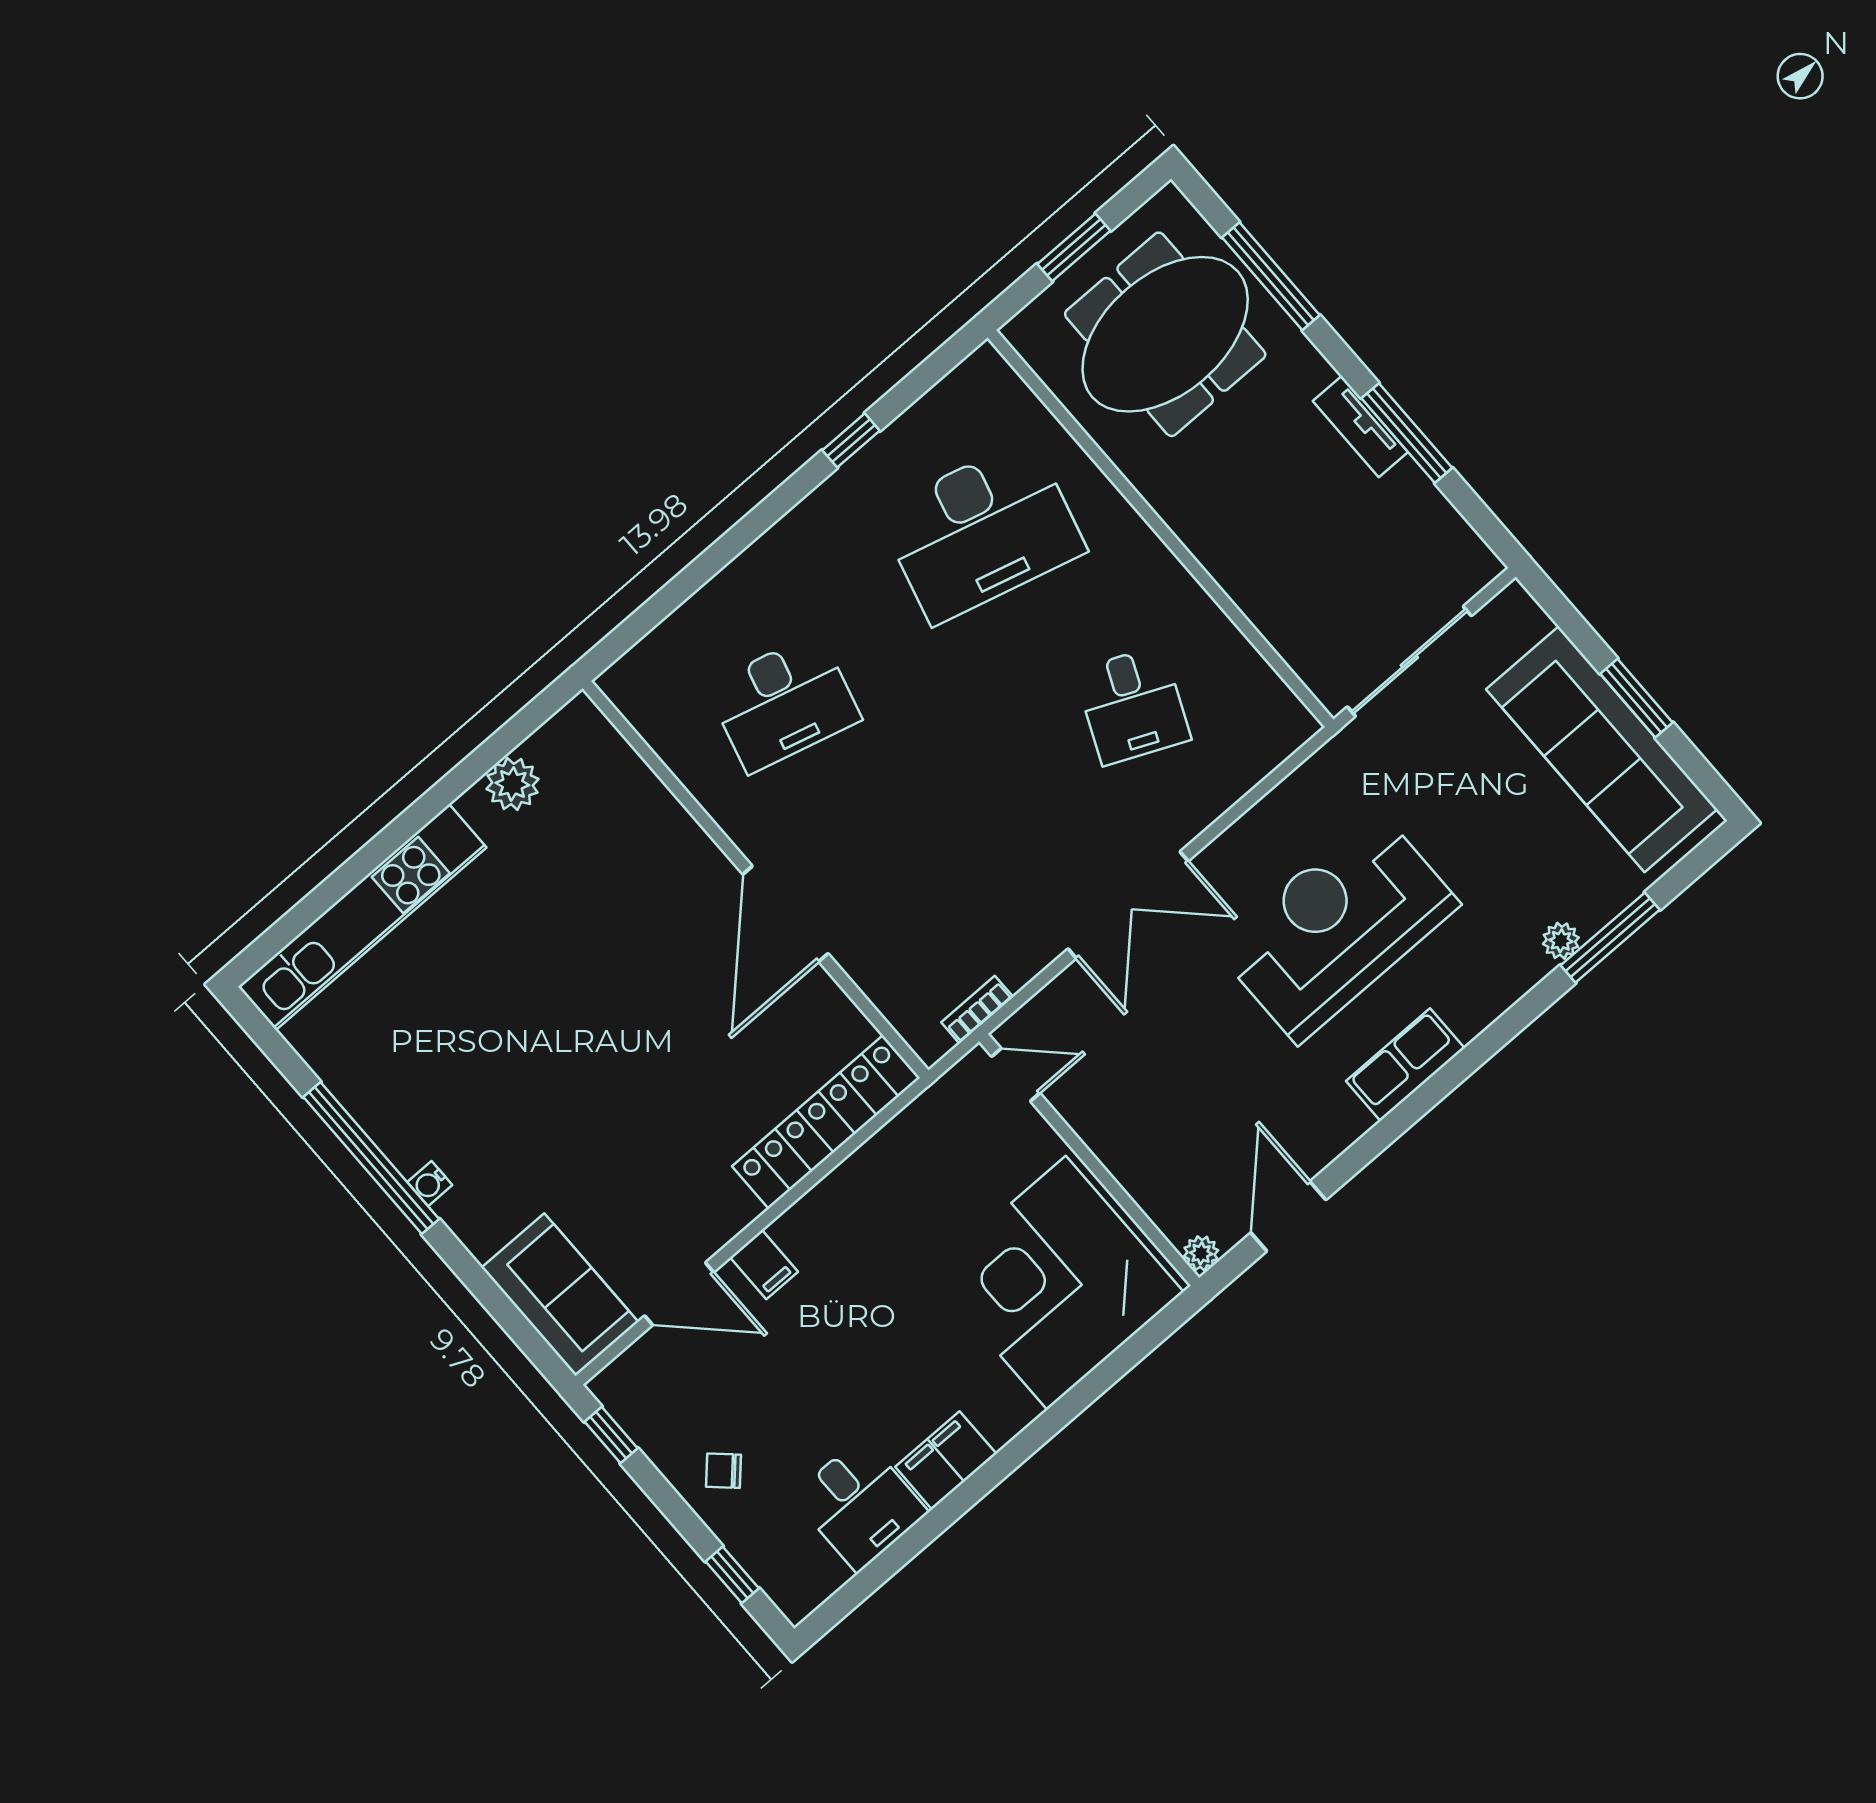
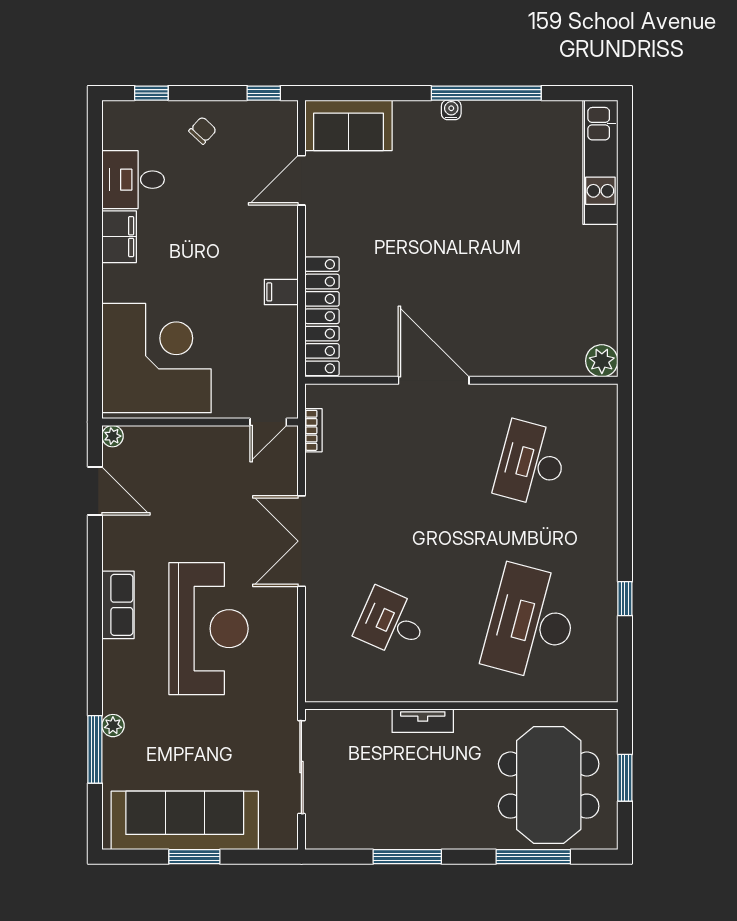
tv unit: (1360, 426) -> (423, 721), moved, turned 180
plant: (512, 784) -> (602, 361), moved
kitchen unit: (362, 917) -> (600, 162), width x0.73
filing cabinet: (764, 1265) -> (281, 292), moved

